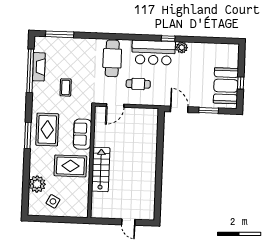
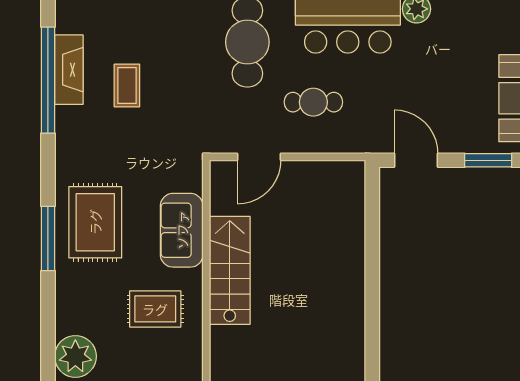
coffee table: (66, 87) -> (127, 85), moved
rug: (70, 166) -> (155, 309), width x0.73, depth x0.70
stairs: (101, 169) -> (230, 270), moved

